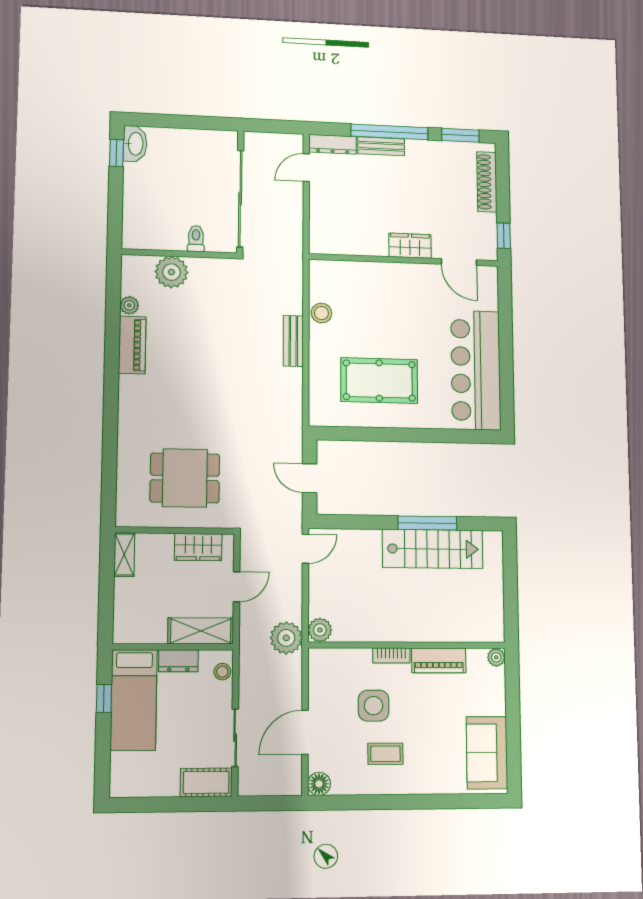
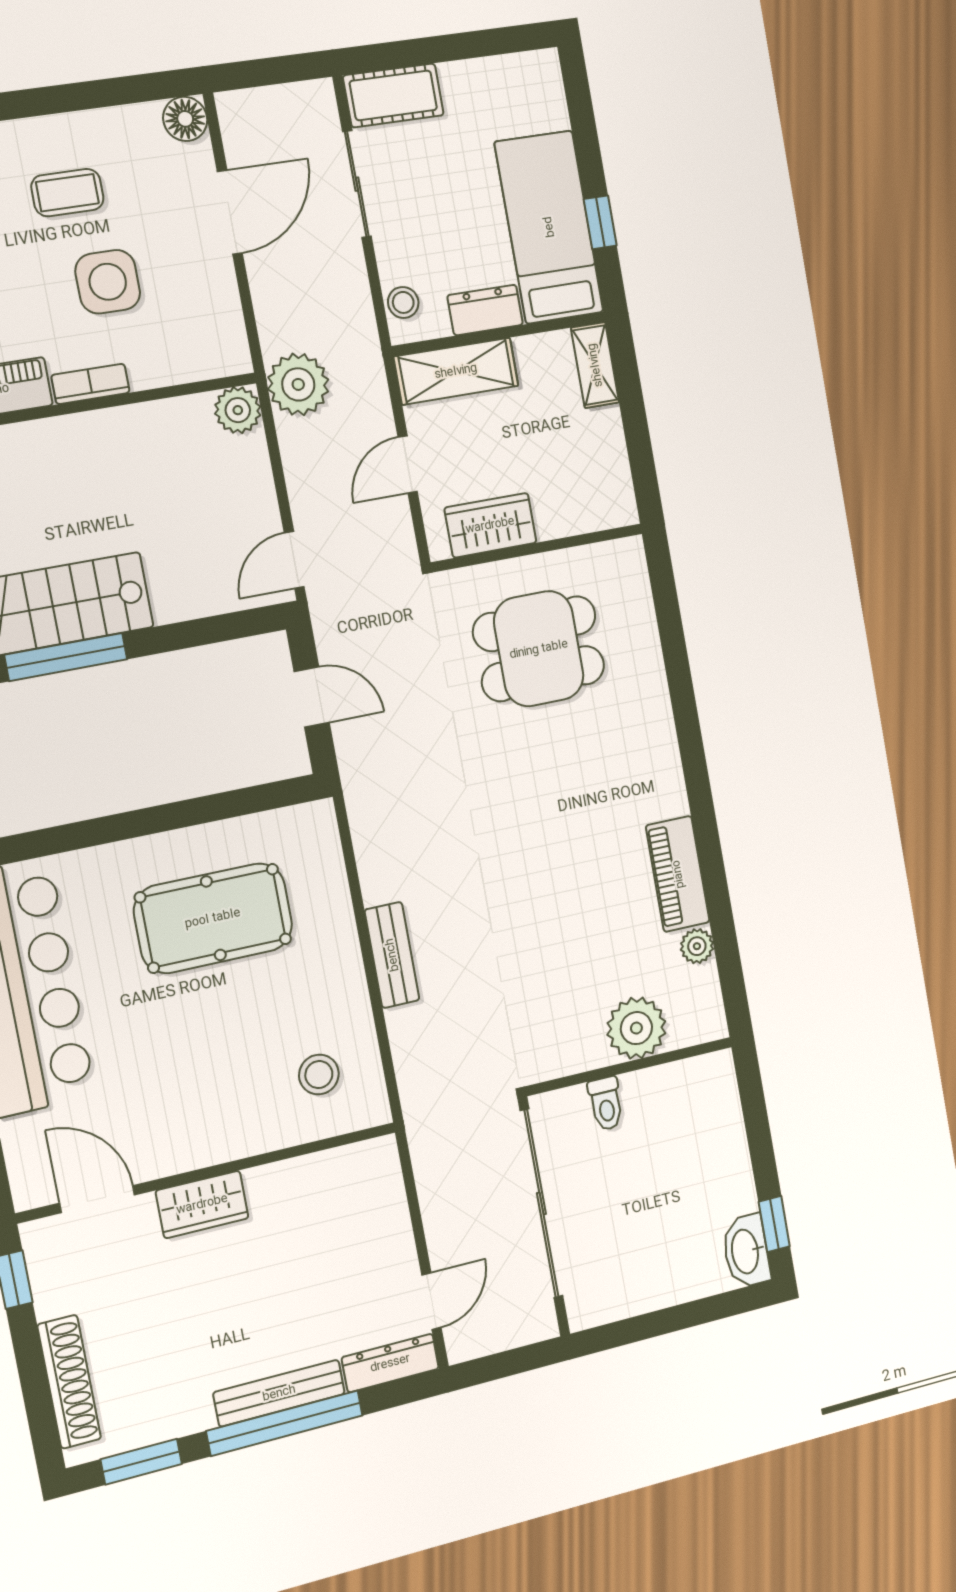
bench: (381, 146) -> (279, 1393), width x1.36
stool: (321, 313) -> (319, 1075), moved
shelving: (124, 555) -> (595, 365), moved

